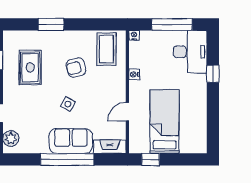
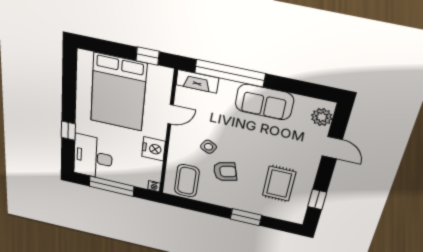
nightstand: (134, 74) -> (154, 149), width x1.89, depth x1.79
side table: (68, 104) -> (208, 147), moved
bed: (165, 121) -> (118, 93), width x1.50
sofa: (71, 141) -> (264, 102), moved
window: (67, 159) -> (230, 73), moved

